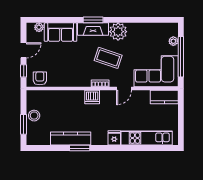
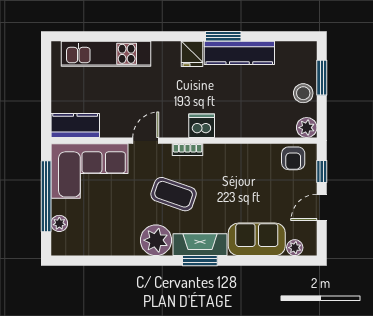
plant: (32, 96) -> (307, 128), added
fridge: (114, 138) -> (192, 54), moved

